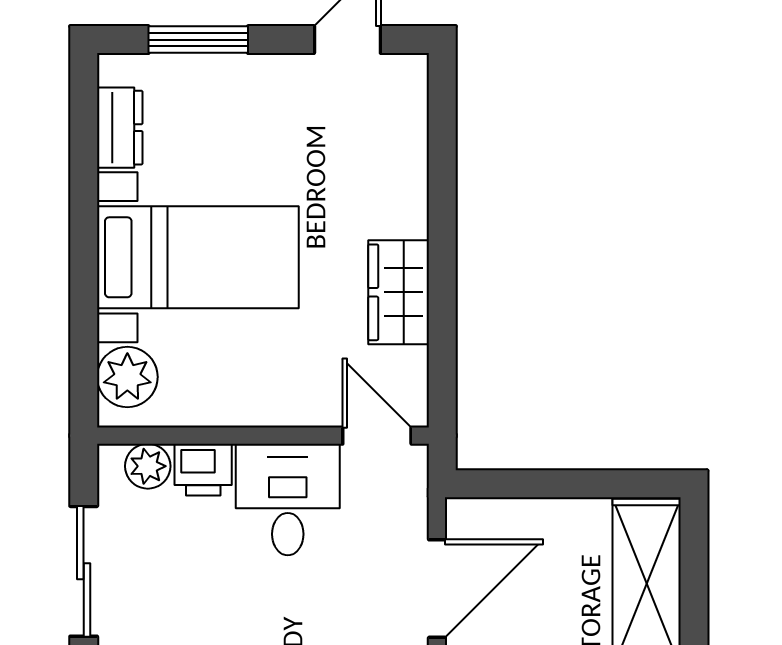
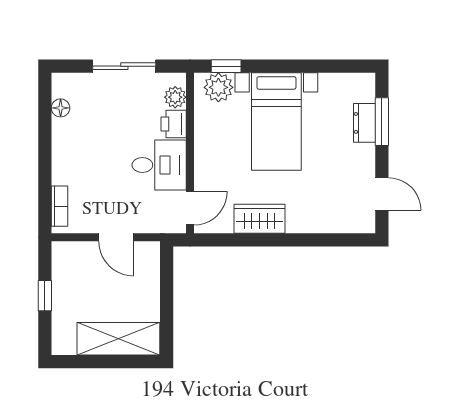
dresser: (120, 128) -> (364, 123), moved, turned 90
window: (84, 361) -> (226, 66), added
door: (437, 589) -> (116, 237), width x0.73

